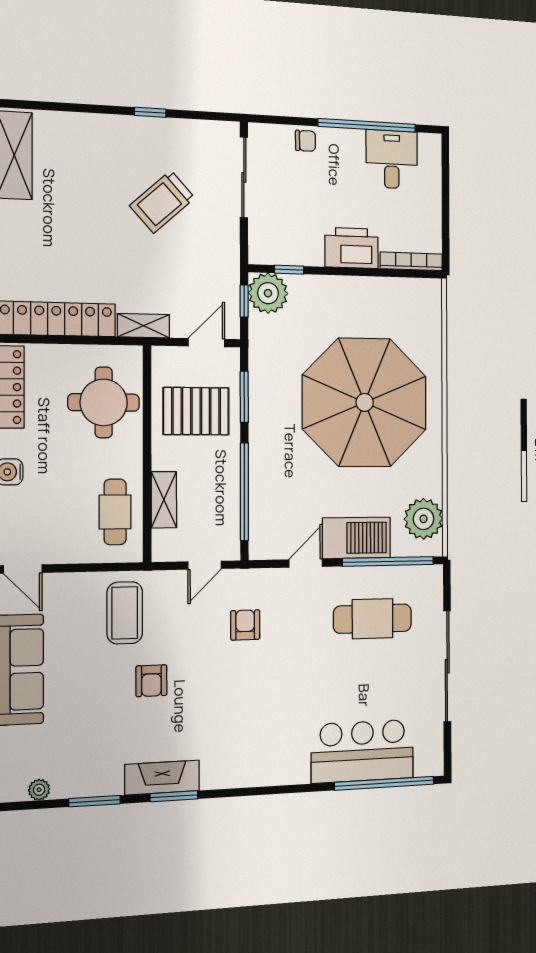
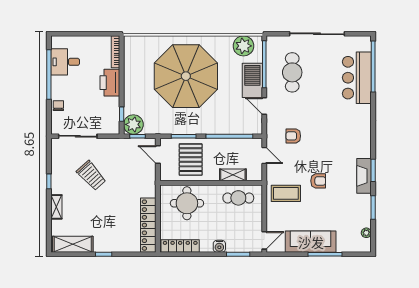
shelving: (143, 326) -> (56, 207), moved

